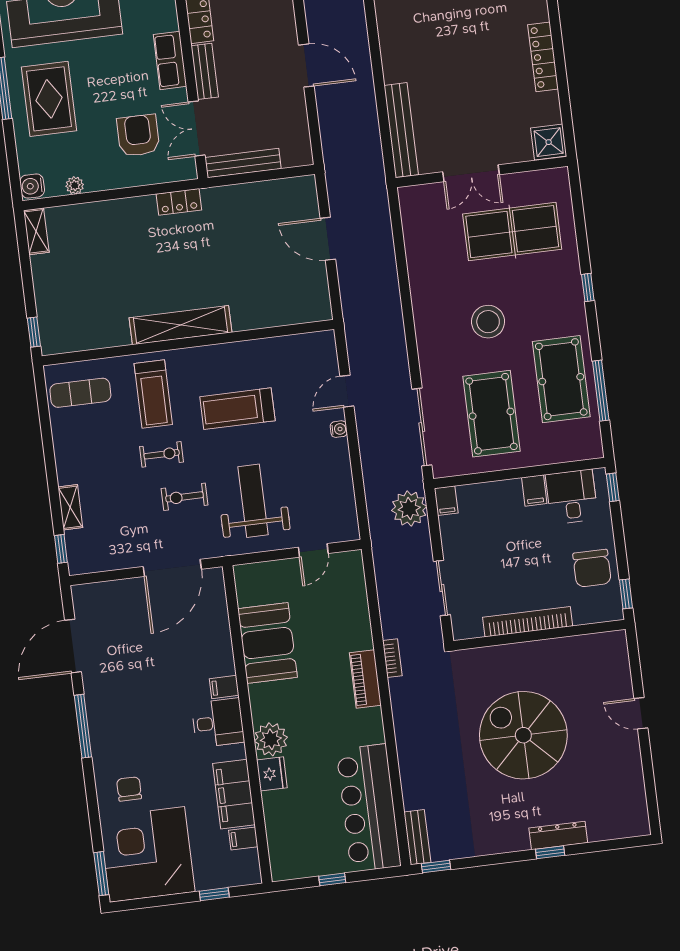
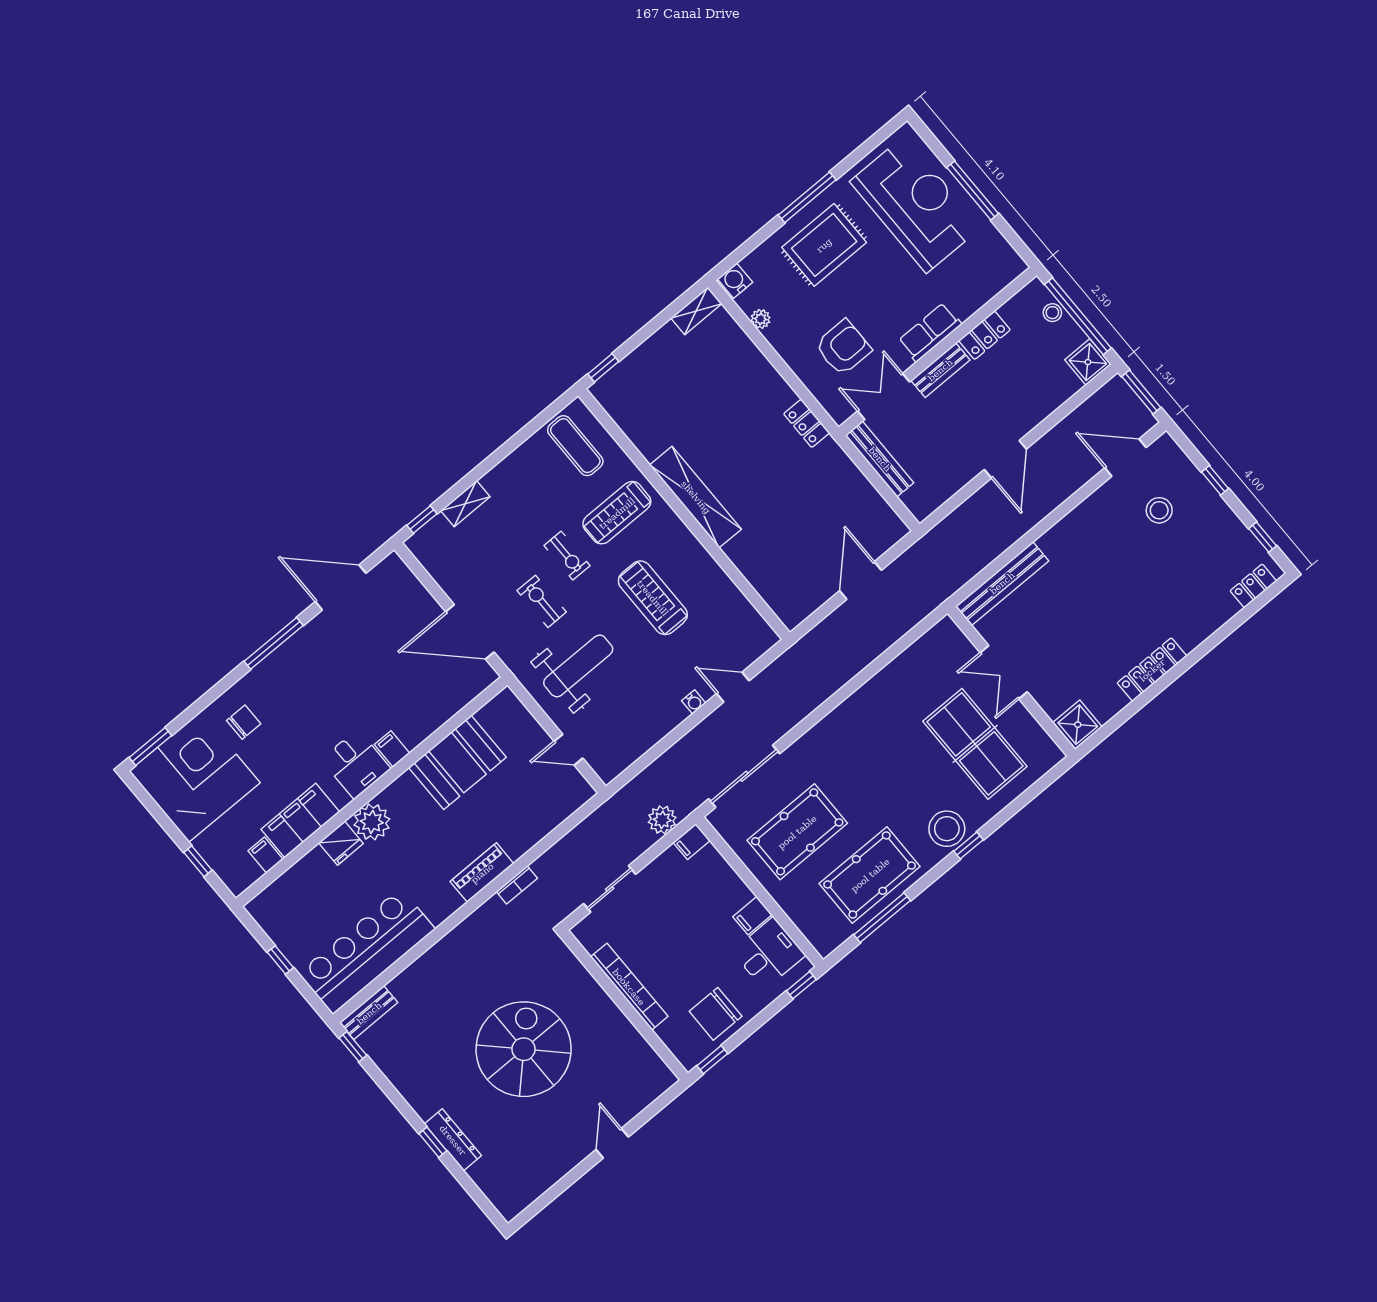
stool: (488, 322) -> (947, 829), moved
plant: (409, 509) -> (662, 820), width x0.73, depth x0.73

